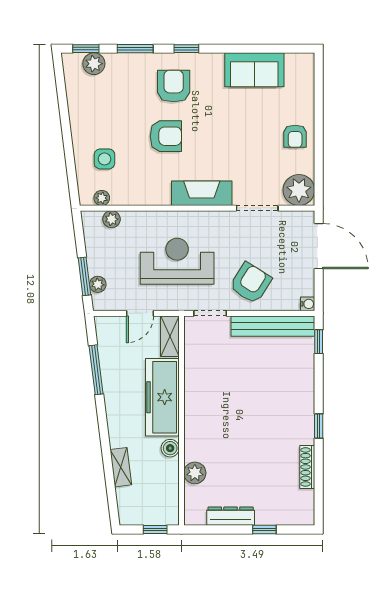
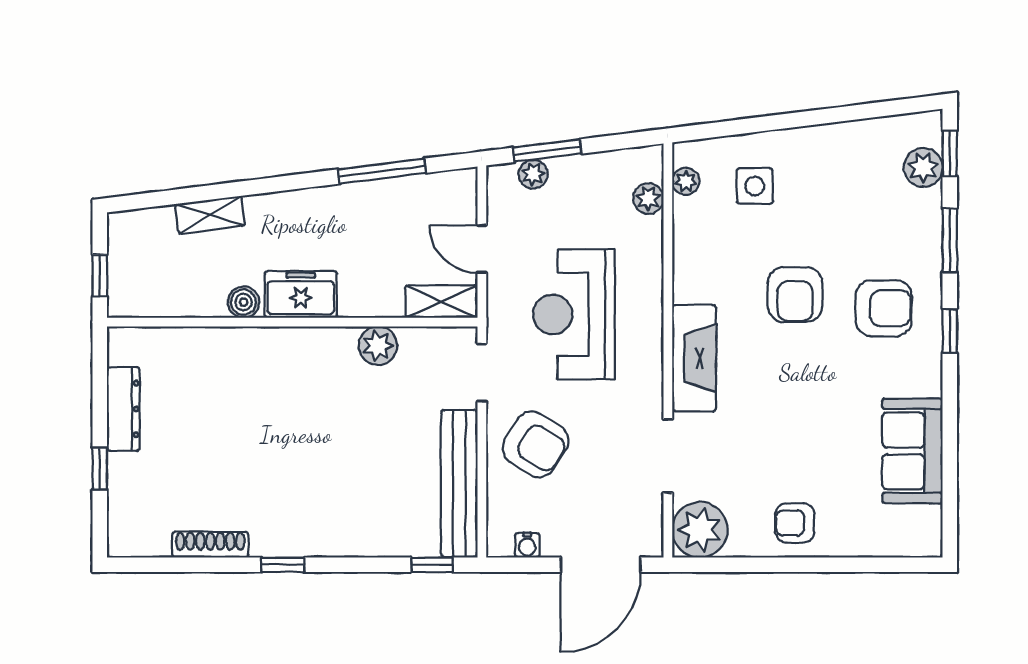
reception desk: (177, 261) -> (574, 314), turned 180
water cooler: (308, 304) -> (527, 545), moved
freezer: (162, 397) -> (301, 294), width x0.52, depth x0.79
plant: (195, 473) -> (378, 346), moved

